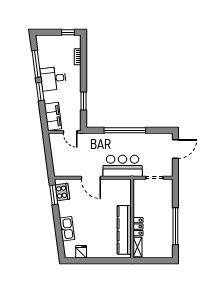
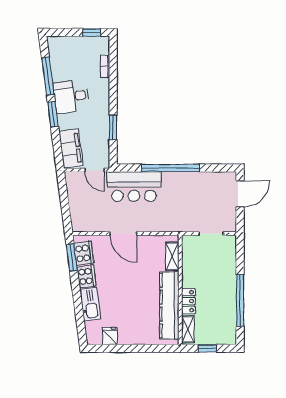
bar counter: (123, 166) -> (134, 187), moved, turned 180
shelving: (126, 194) -> (172, 256), added
cooker: (64, 209) -> (86, 276), added
window: (152, 261) -> (207, 348), added

